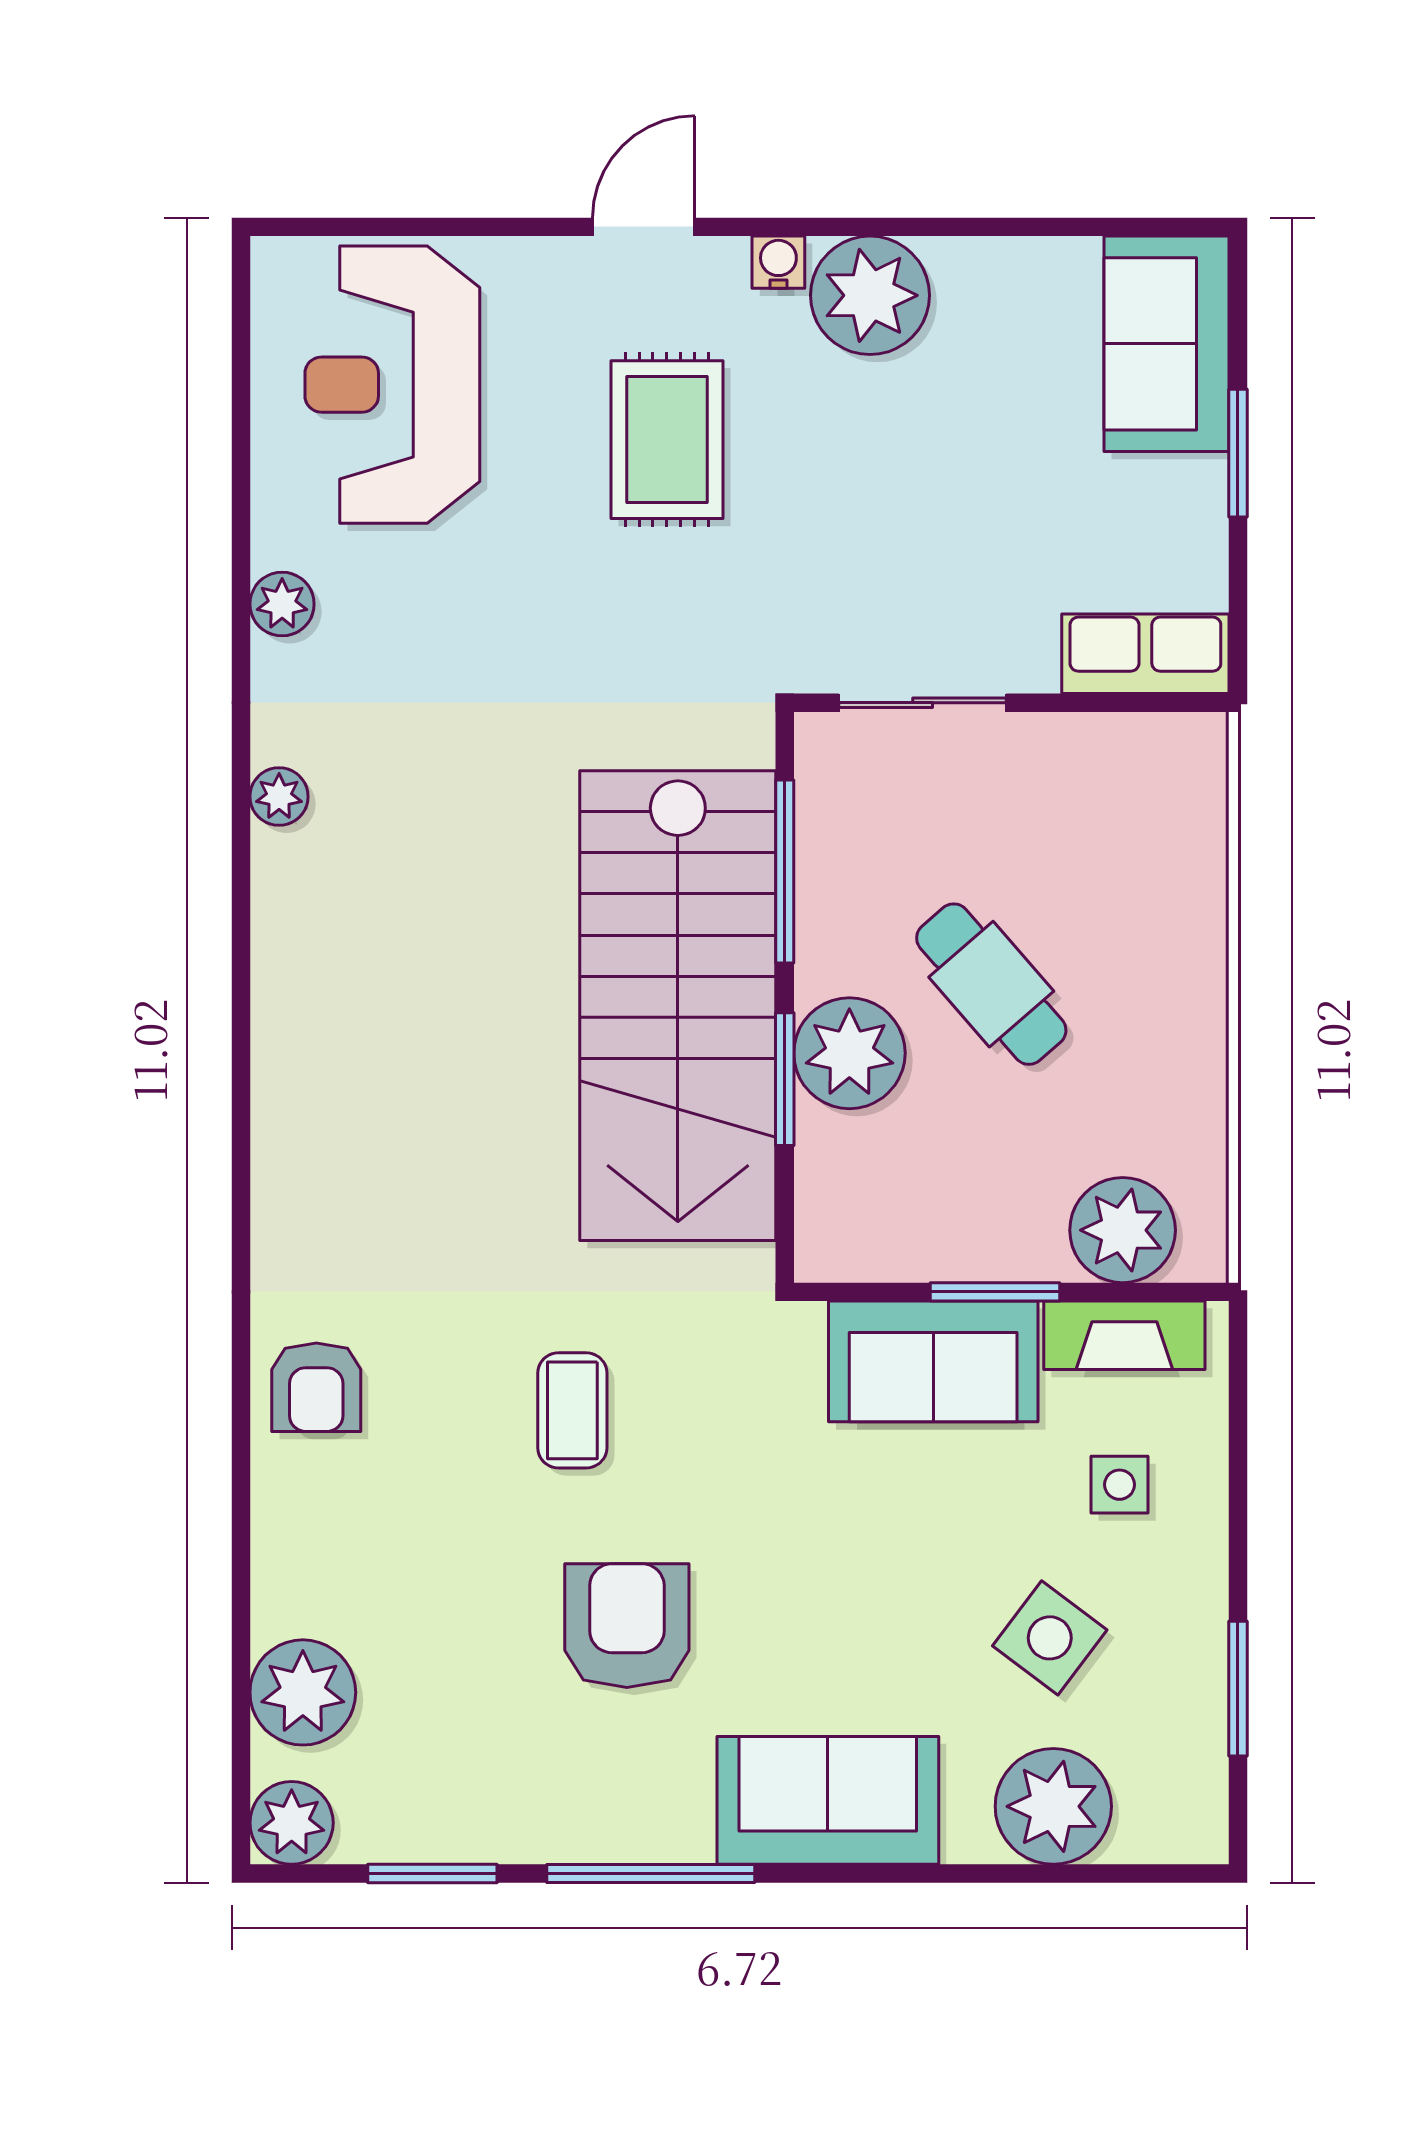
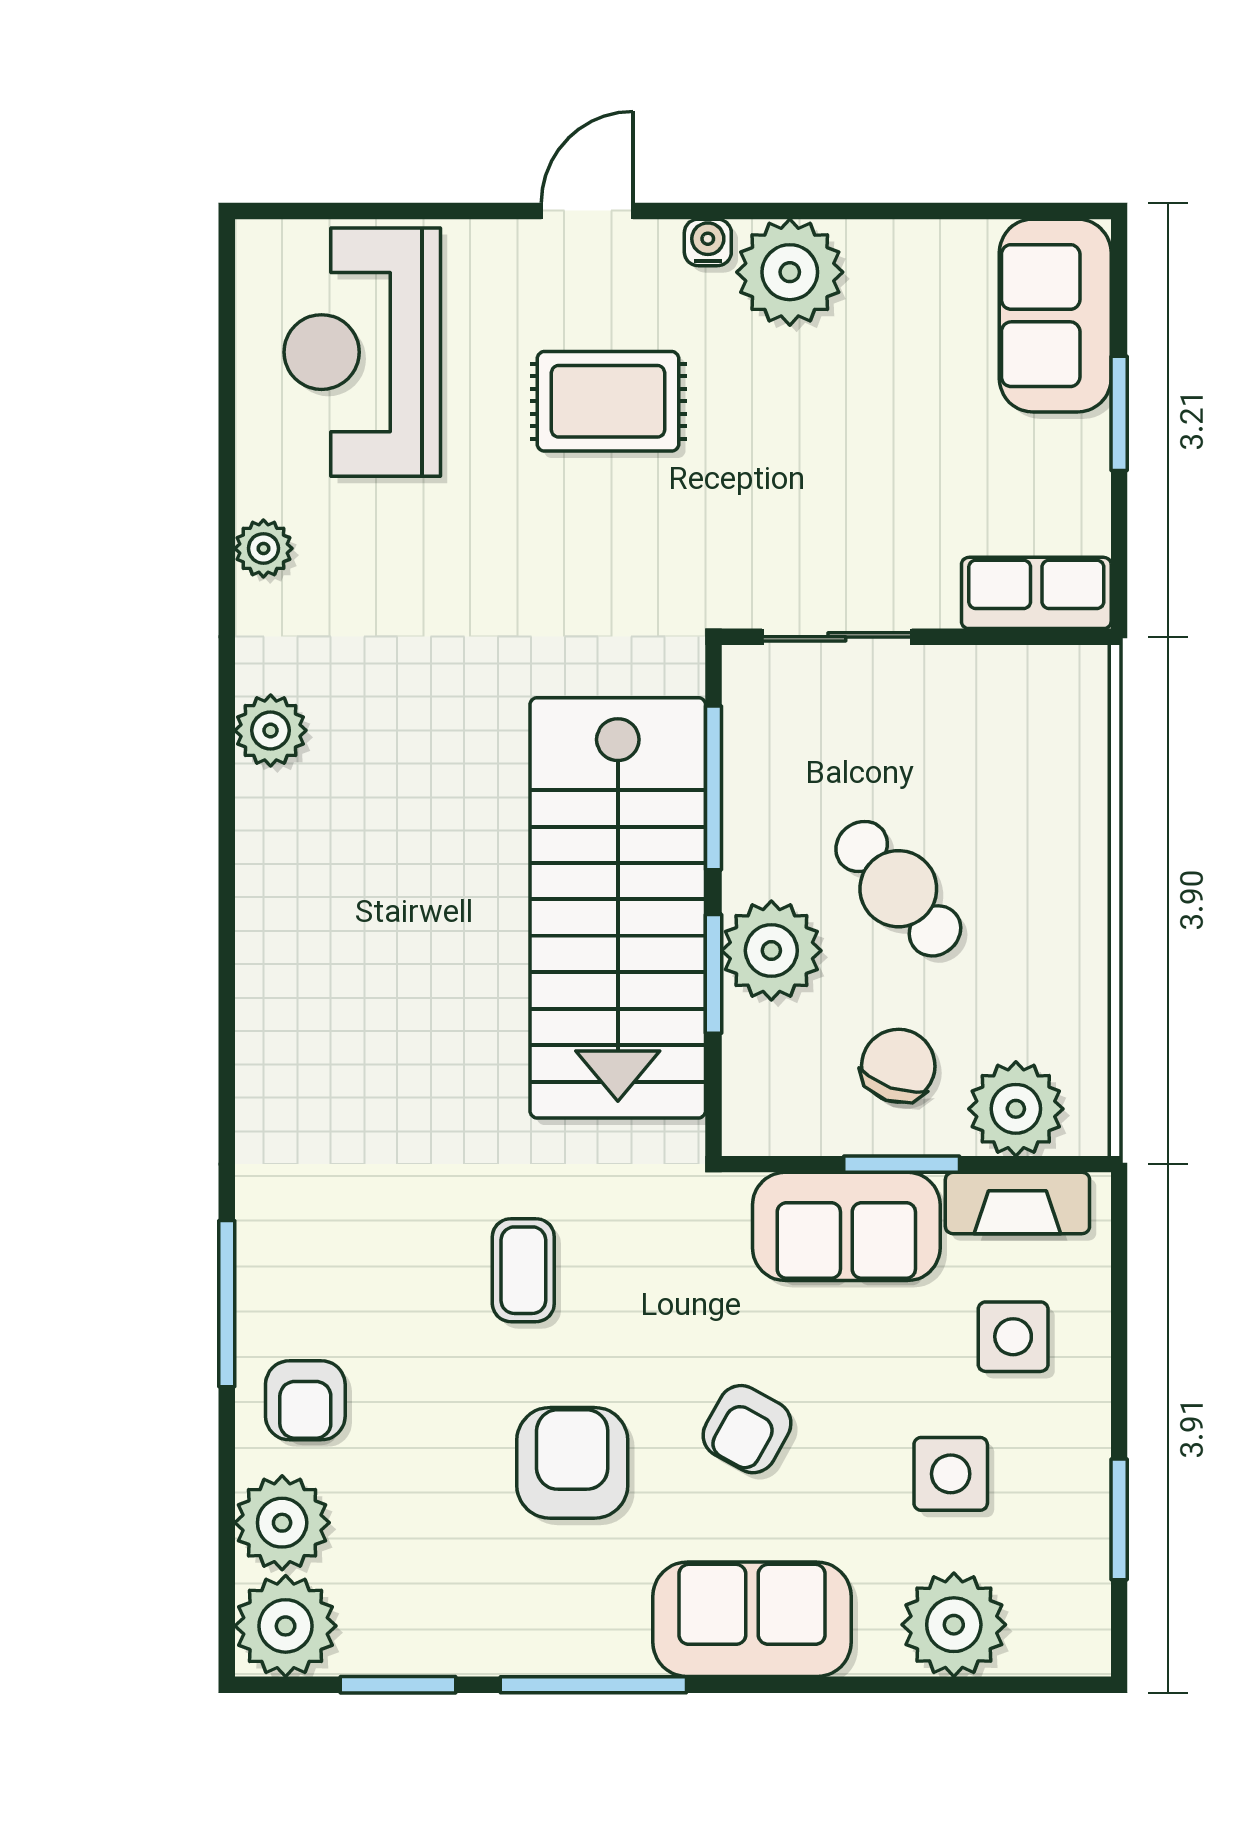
rug: (667, 440) -> (608, 401), turned 90
plant: (279, 797) -> (271, 730), width x1.38, depth x1.38
chair: (991, 1182) -> (898, 1066), added
armchair: (316, 1387) -> (305, 1400), moved
window: (241, 1448) -> (227, 1304), added
side table: (1120, 1485) -> (1013, 1337), width x1.37, depth x1.37
armchair: (822, 1588) -> (747, 1429), added
side table: (1050, 1638) -> (951, 1474), turned -37
plant: (292, 1823) -> (286, 1626), width x1.36, depth x1.36

